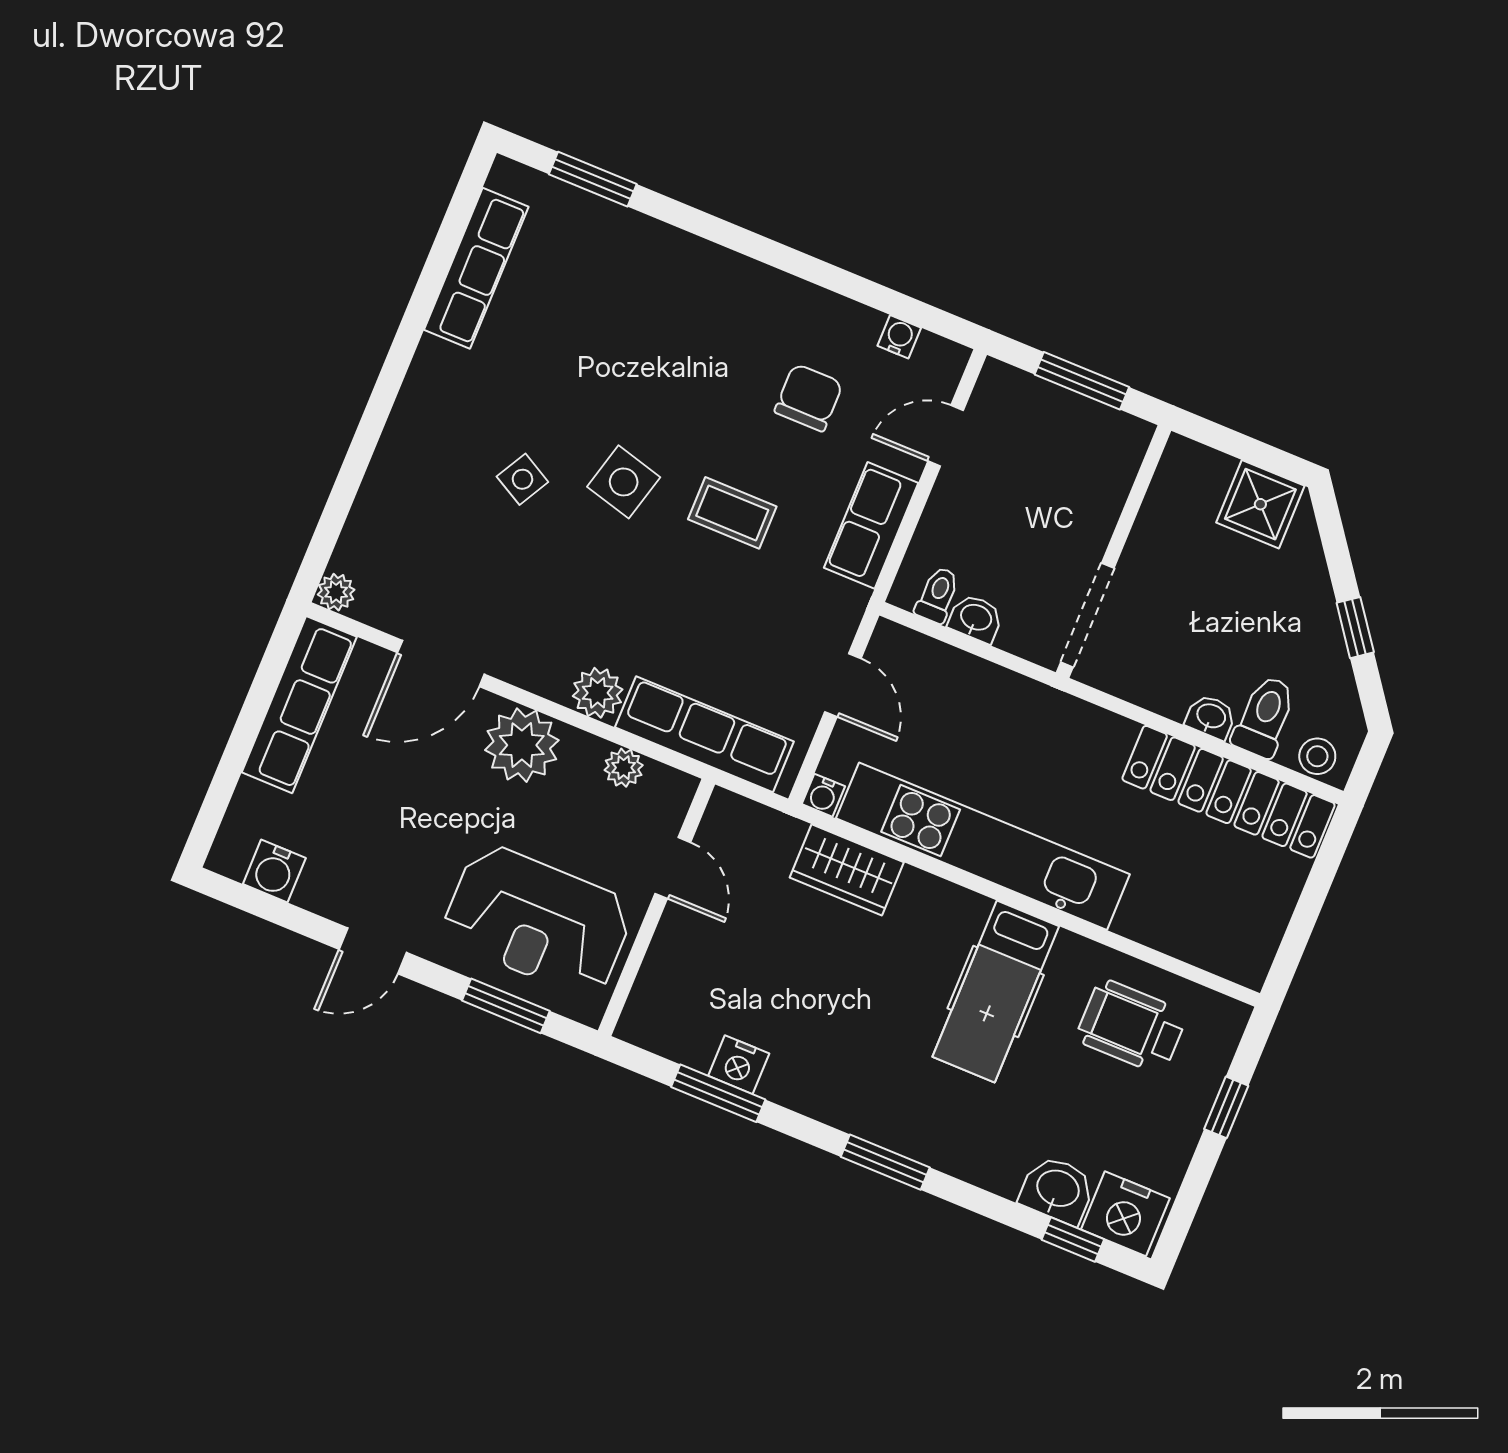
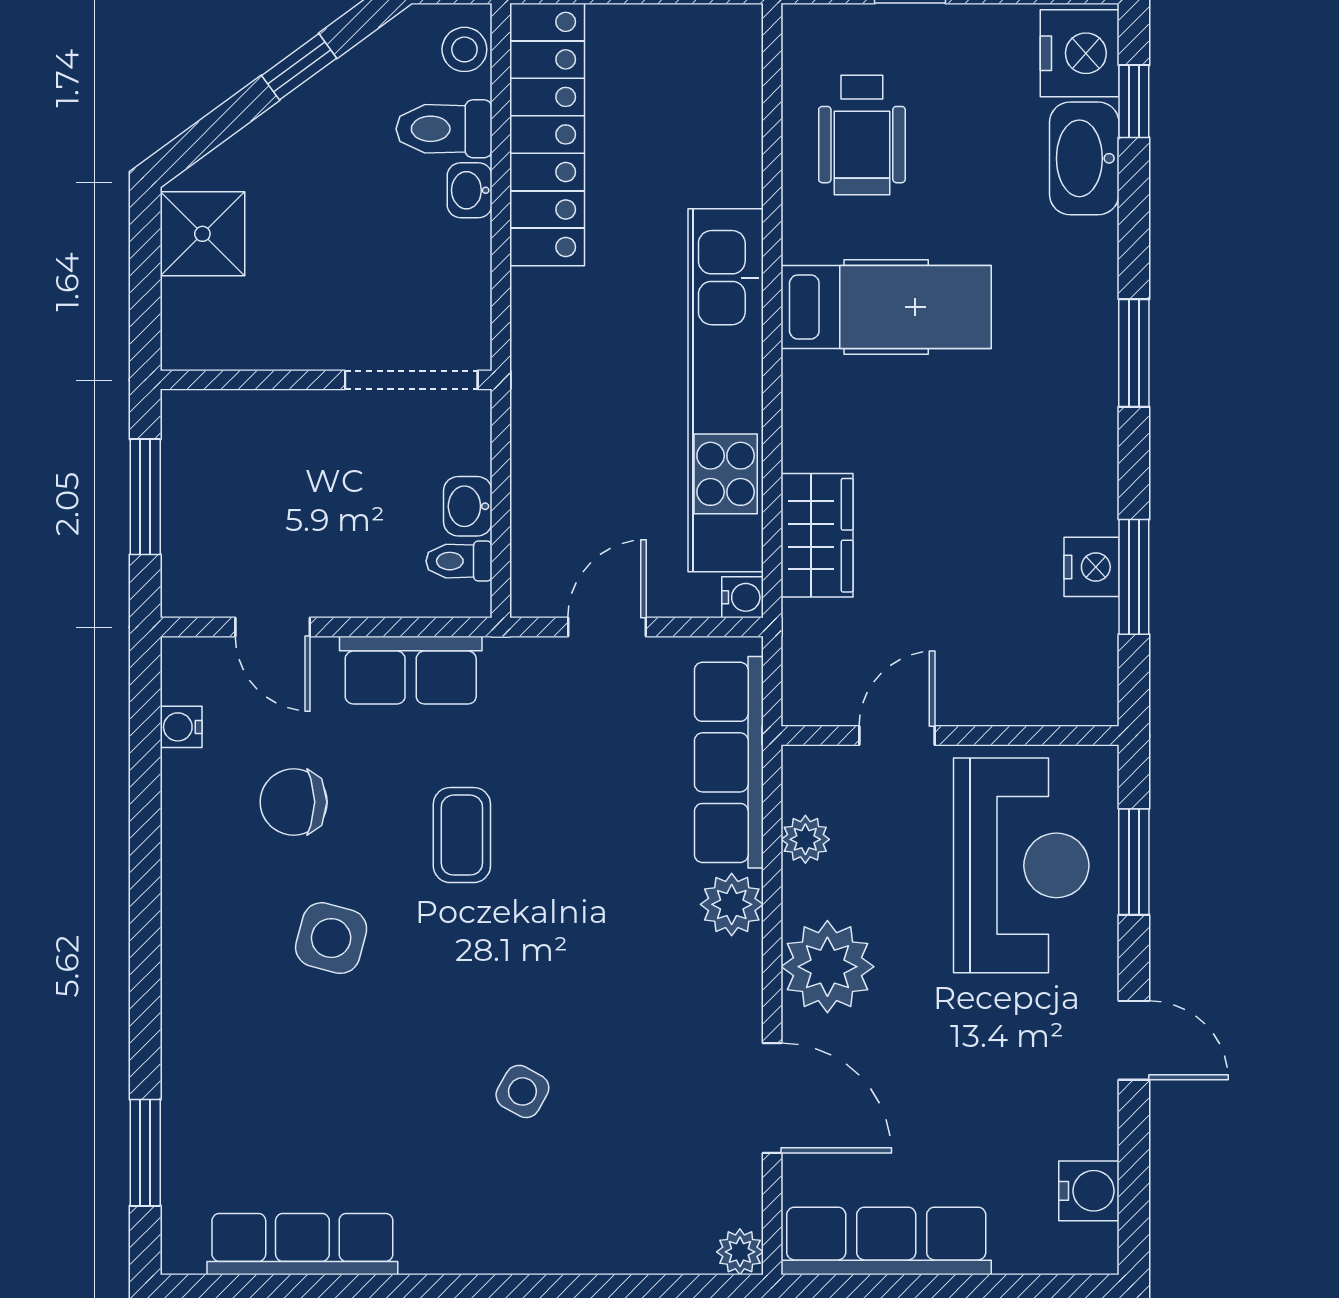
side table: (624, 482) -> (331, 938), moved
washbasin: (1057, 1190) -> (1084, 158), width x1.38

